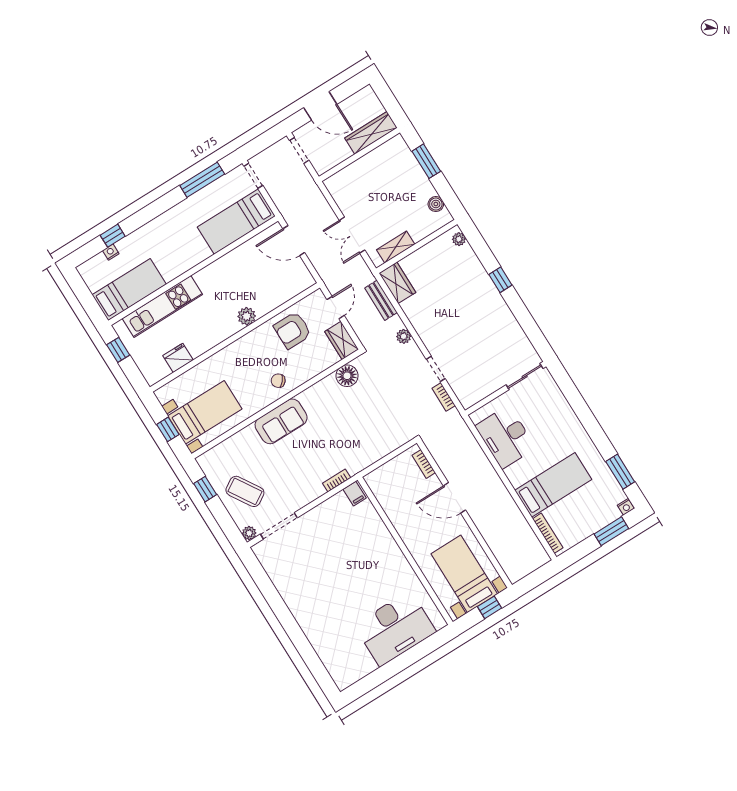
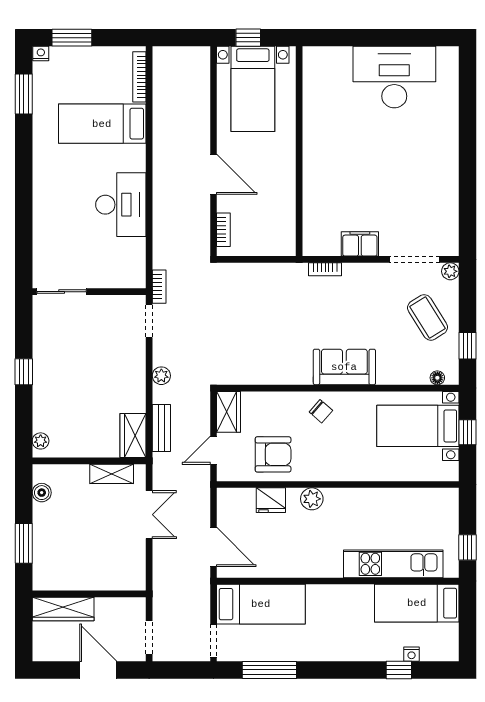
fridge: (178, 358) -> (271, 500), moved
floor lamp: (347, 376) -> (437, 378), moved, width x0.53, depth x0.53
sliding door: (525, 377) -> (62, 292), moved
wall: (506, 388) -> (89, 292), moved
filing cabinet: (355, 494) -> (360, 244), moved, width x2.00
desk: (395, 628) -> (394, 77), moved

